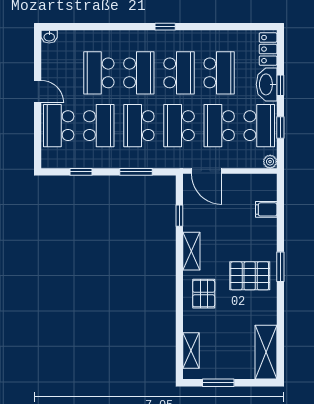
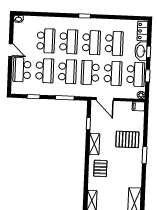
school desk: (99, 73) -> (46, 41), turned 180
school desk: (139, 126) -> (67, 72), turned 180
school desk: (219, 126) -> (113, 73), turned 180
filing cabinet: (266, 209) -> (138, 106), moved
pallet: (250, 276) -> (127, 139), moved

